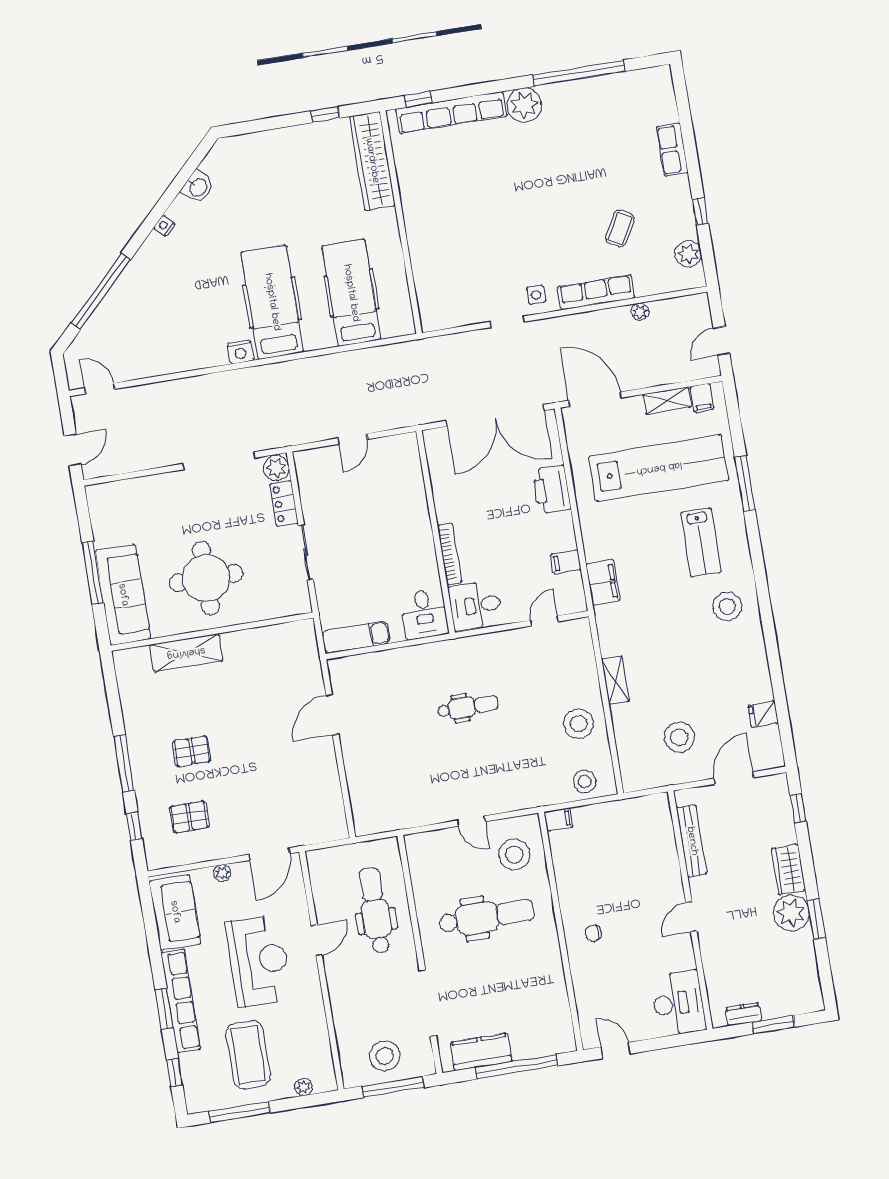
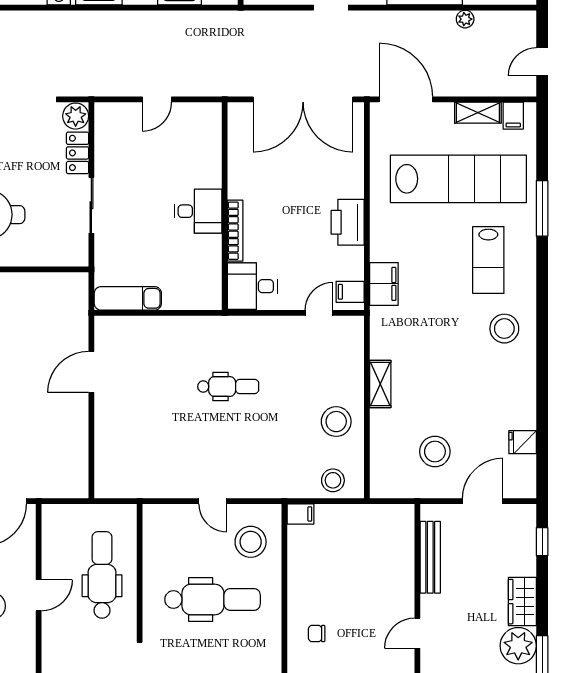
printer: (552, 490) -> (348, 222), moved
filing cabinet: (566, 562) -> (350, 292), moved
desk: (424, 614) -> (198, 211), moved, turned -90

